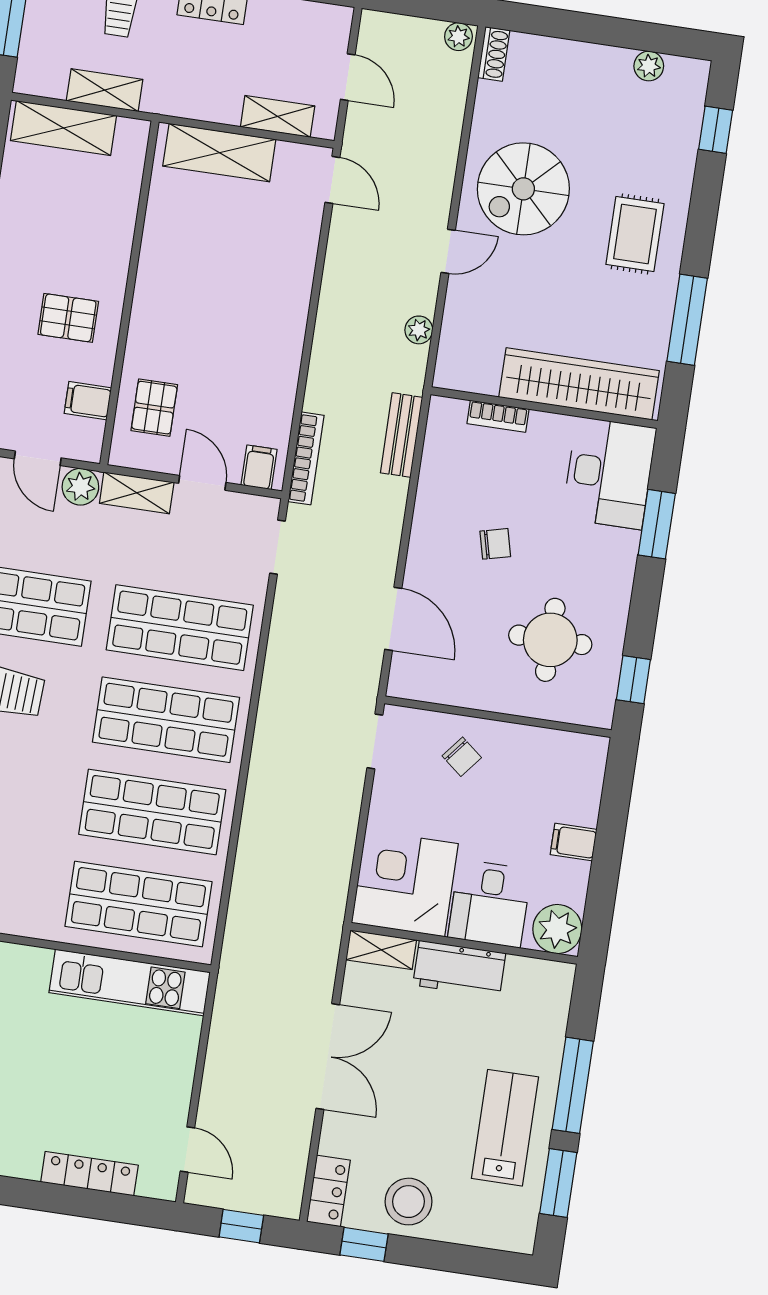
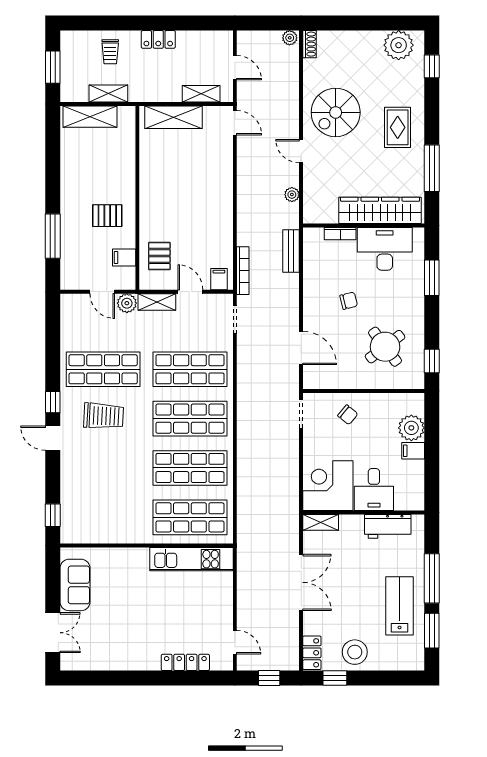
plant: (649, 66) -> (399, 45), width x1.88, depth x1.88
door: (448, 251) -> (301, 151), swing flipped
desk: (609, 473) -> (385, 249), moved, turned -90
round table: (550, 640) -> (385, 347), turned -37
plant: (557, 929) -> (411, 428), moved
workbench: (459, 969) -> (388, 526), moved

